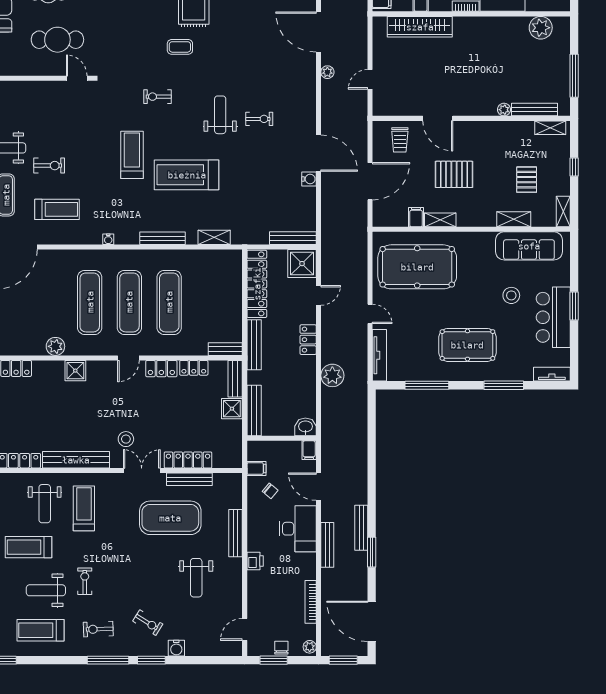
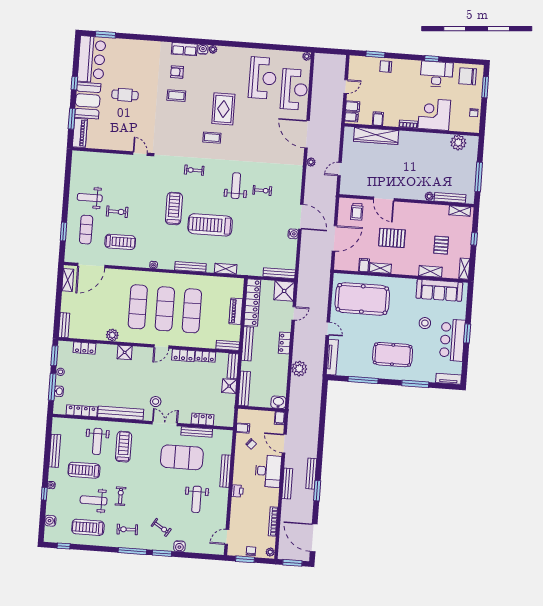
cafe table: (57, 40) -> (129, 126), removed
piano: (234, 298) -> (236, 311), added
locker: (188, 460) -> (203, 419), width x0.66

